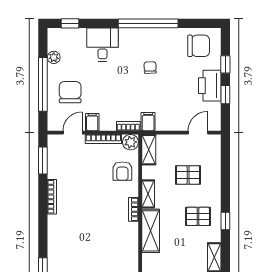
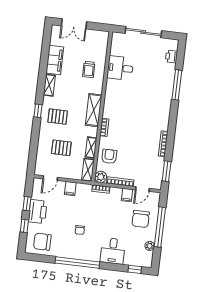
filing cabinet: (148, 122) -> (70, 189), moved
shelving: (148, 194) -> (91, 148), moved

